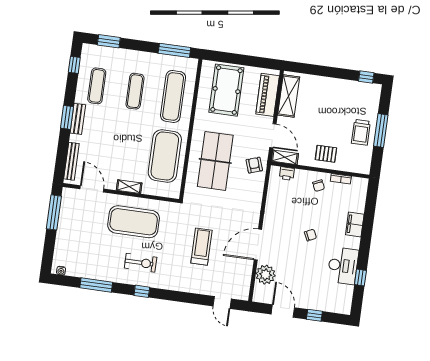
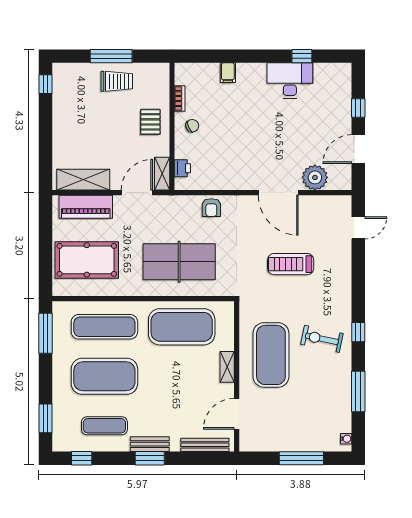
exercise mat: (135, 91) -> (104, 376), width x2.00, depth x1.45
armchair: (254, 165) -> (211, 208), moved, turned -71
window: (54, 212) -> (301, 458), moved
filing cabinet: (355, 224) -> (228, 73), width x0.50
chair: (310, 235) -> (257, 127), removed
exercise bike: (141, 263) -> (322, 339), turned -78

